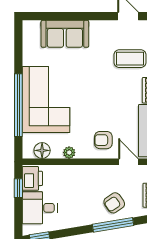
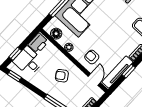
window: (18, 188) -> (15, 54), moved
armchair: (114, 203) -> (62, 76), moved

